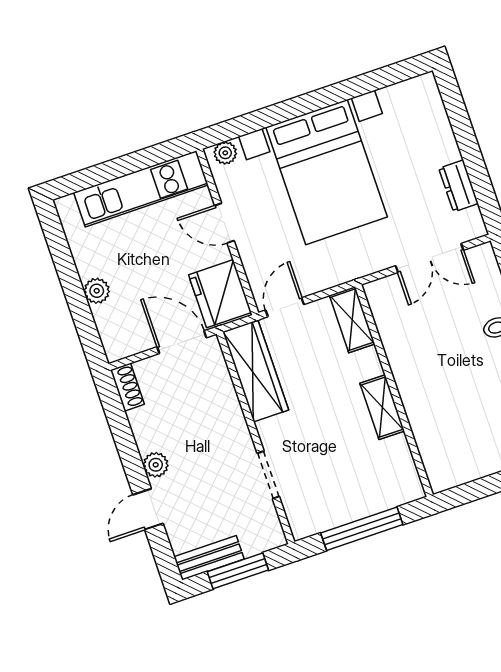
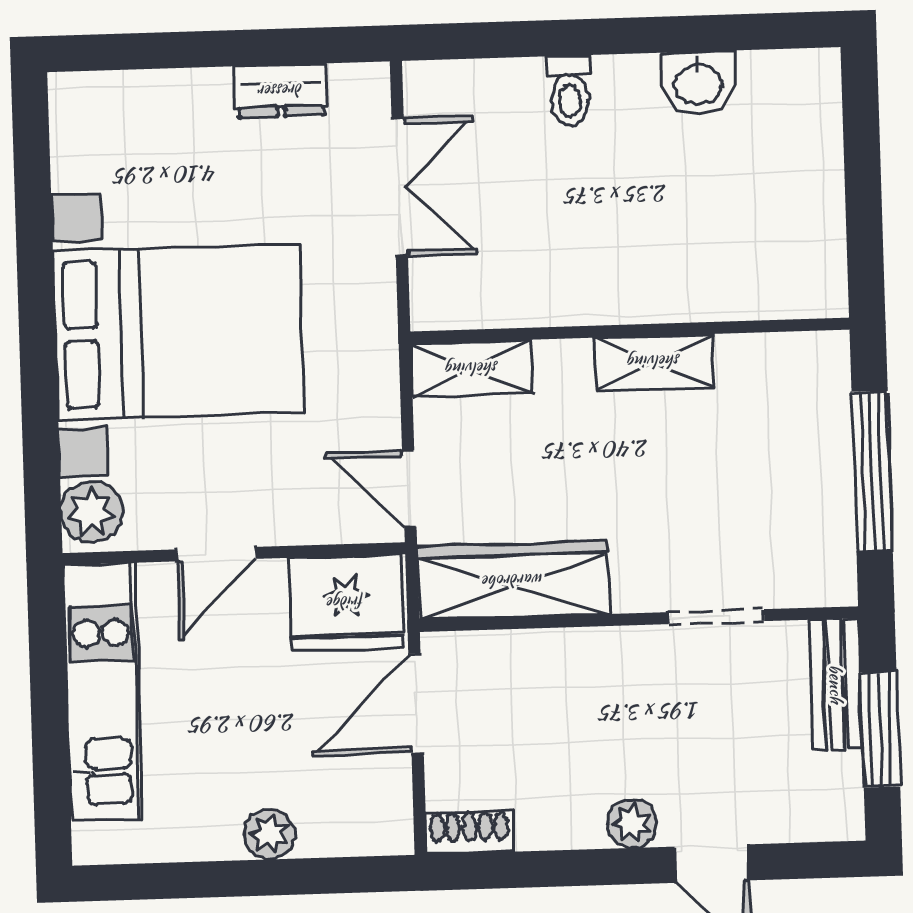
plant: (225, 153) -> (92, 512), width x1.38, depth x1.38
bench: (209, 558) -> (836, 684), moved

